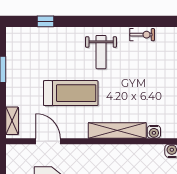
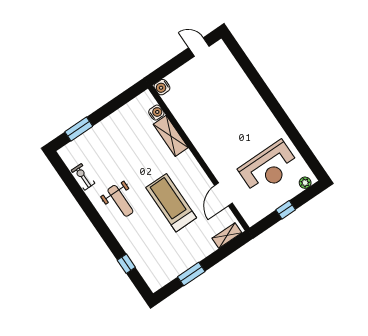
weight bench: (101, 52) -> (120, 201), turned 90
shelving: (117, 131) -> (171, 136), width x0.68

